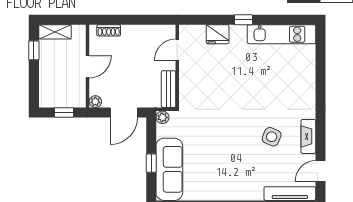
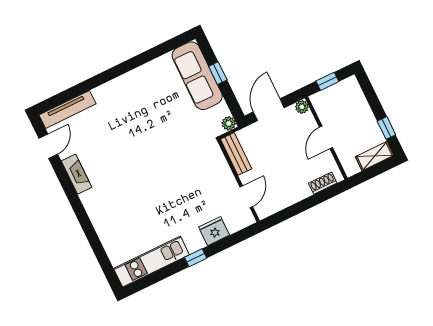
side table: (272, 137) -> (112, 156), removed

